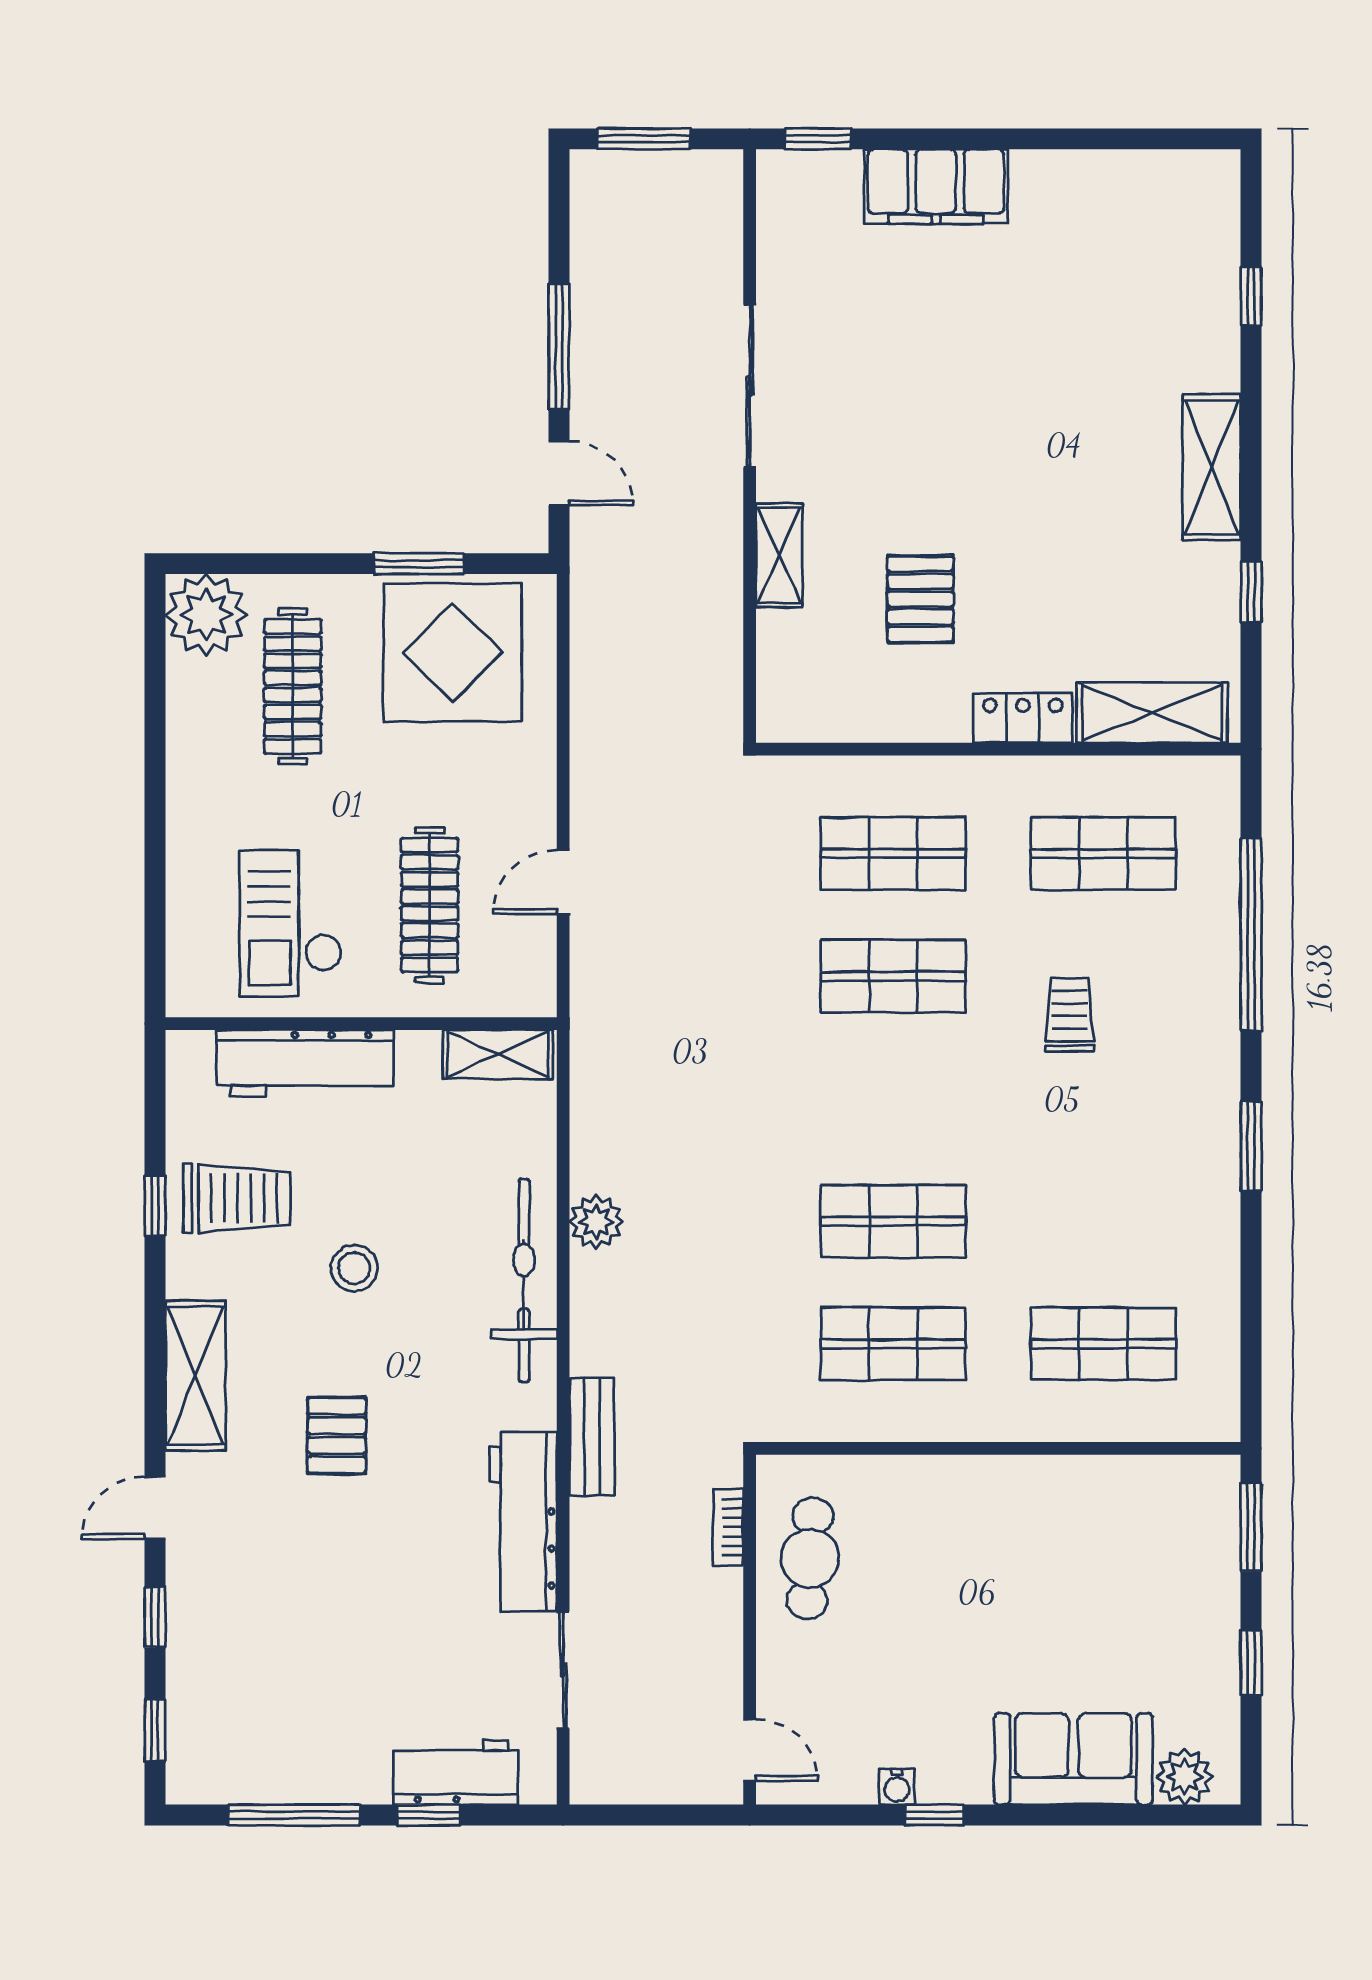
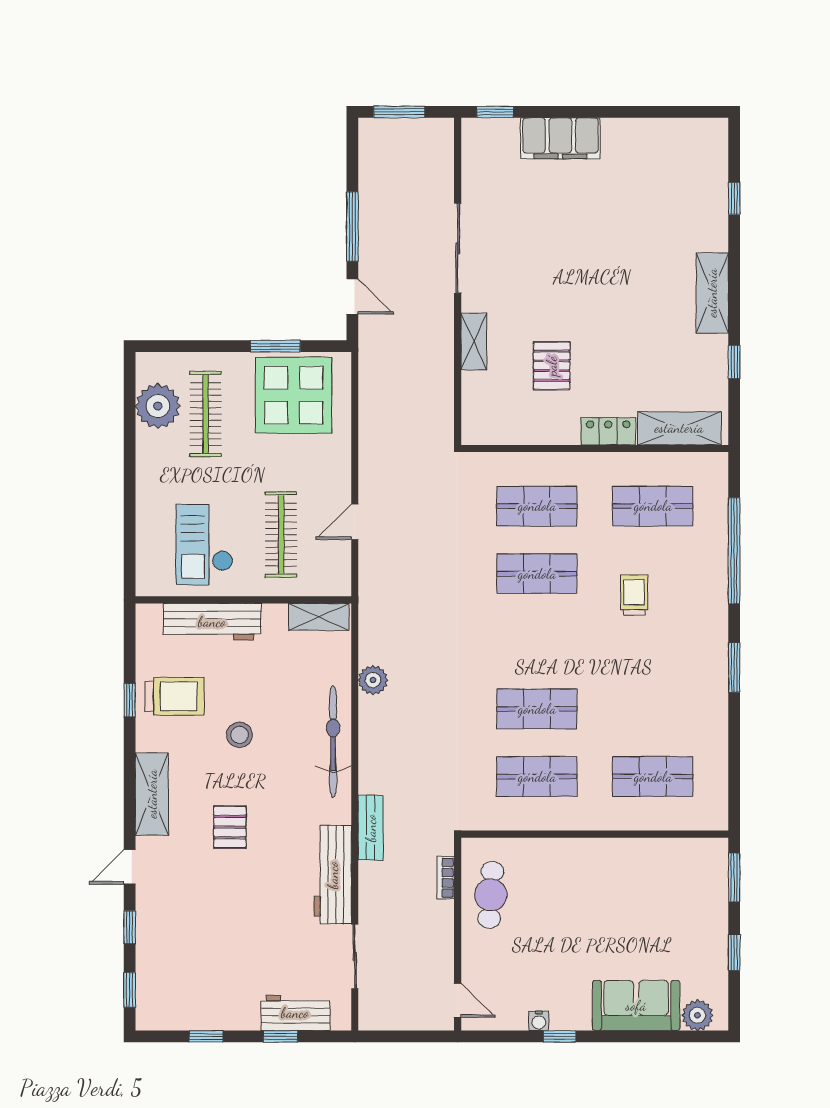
plant: (206, 615) -> (158, 406), moved
plant: (596, 1222) -> (373, 680), moved
window: (294, 1815) -> (206, 1036), width x0.46

